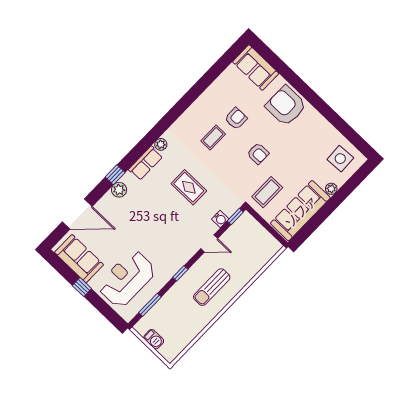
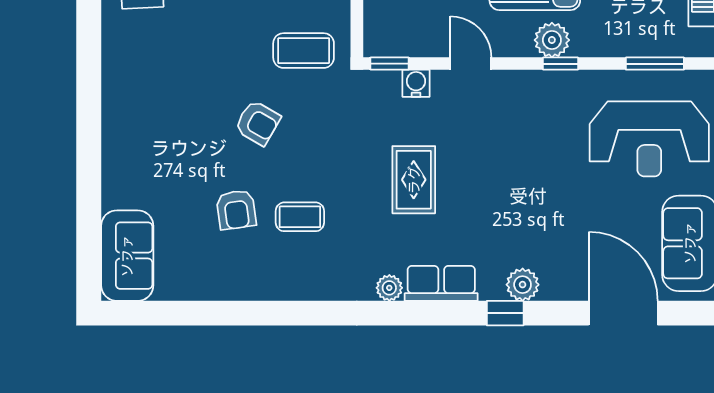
armchair: (286, 106) -> (141, 151), removed
armchair: (236, 119) -> (236, 210), turned -98
armchair: (258, 154) -> (258, 123), turned 120
plant: (191, 278) -> (552, 40), added

